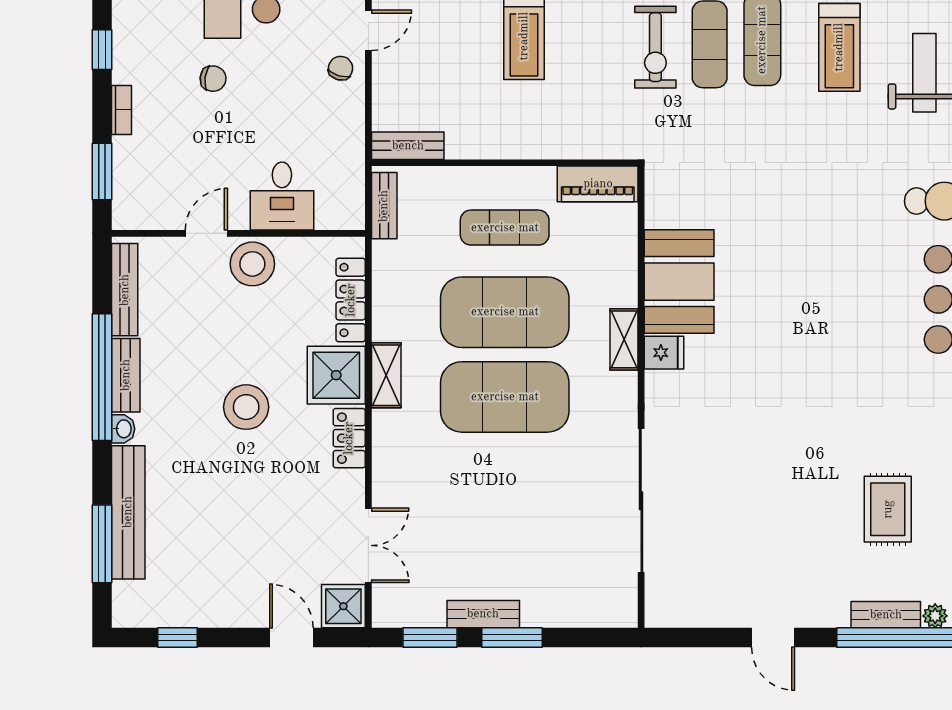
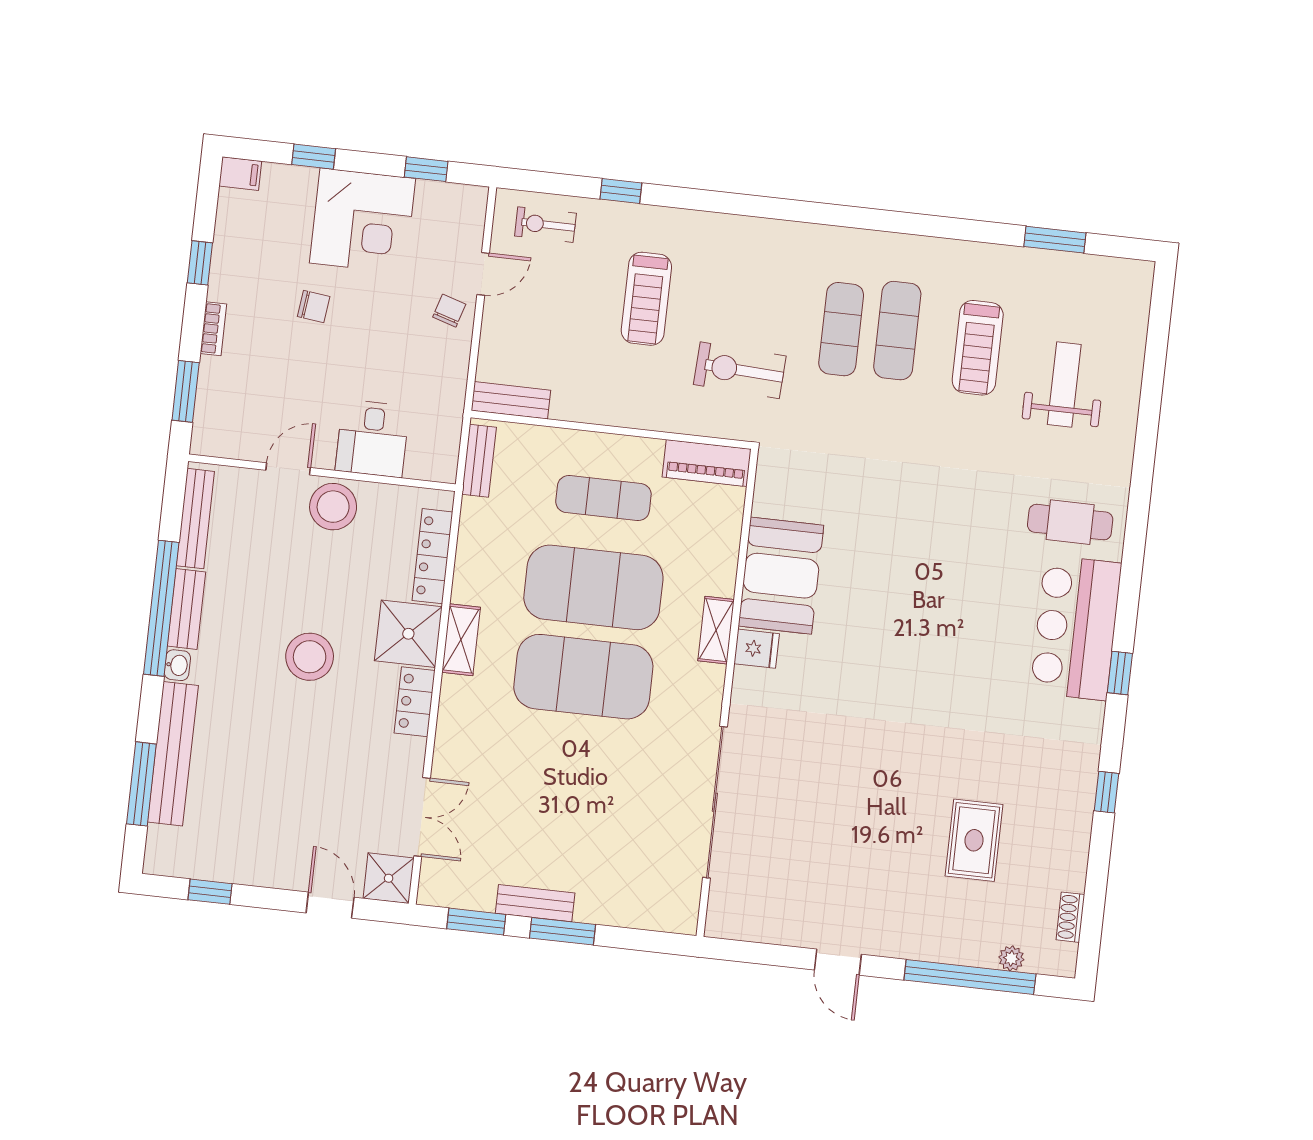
exercise bike: (655, 47) -> (740, 370), moved, turned 93
bench: (886, 615) -> (959, 951), removed

